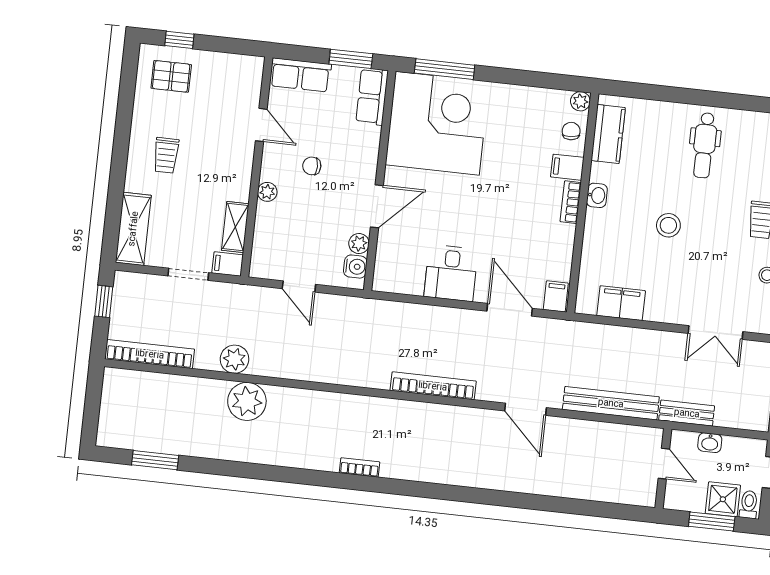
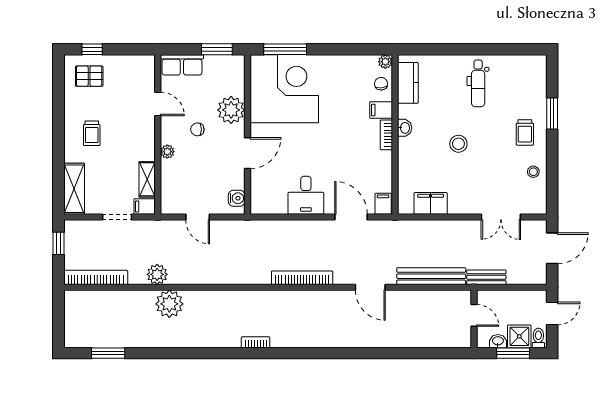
row of seats: (372, 97) -> (235, 75), removed
plant: (359, 244) -> (231, 110), moved, width x1.88, depth x1.88
washbasin: (710, 443) -> (498, 341), moved, turned 180

